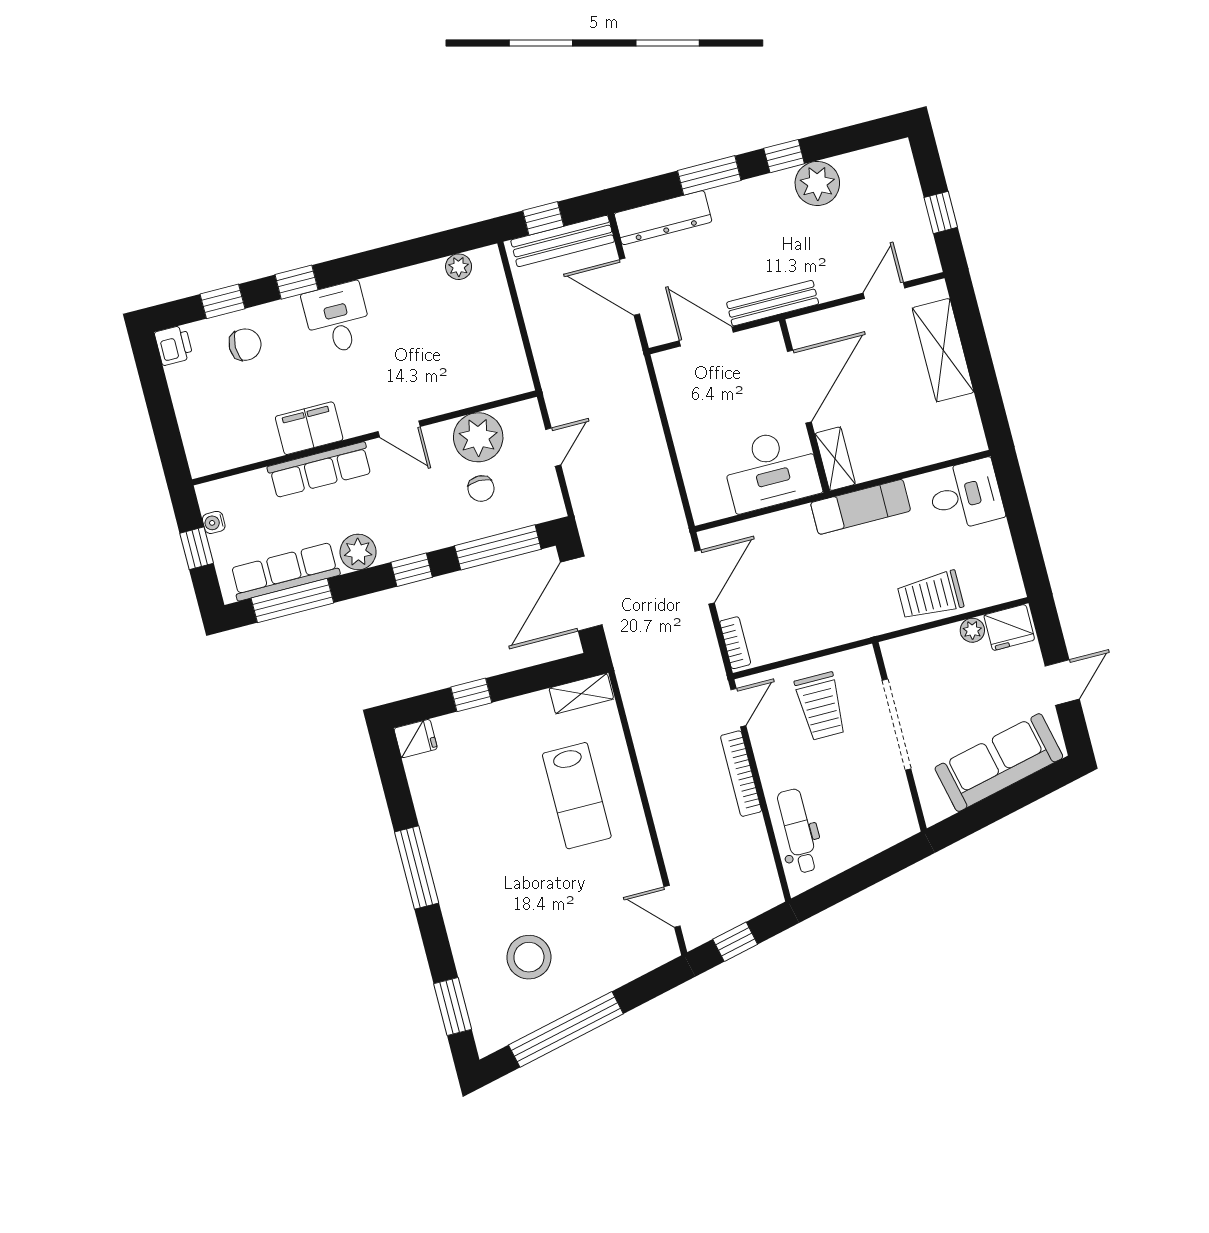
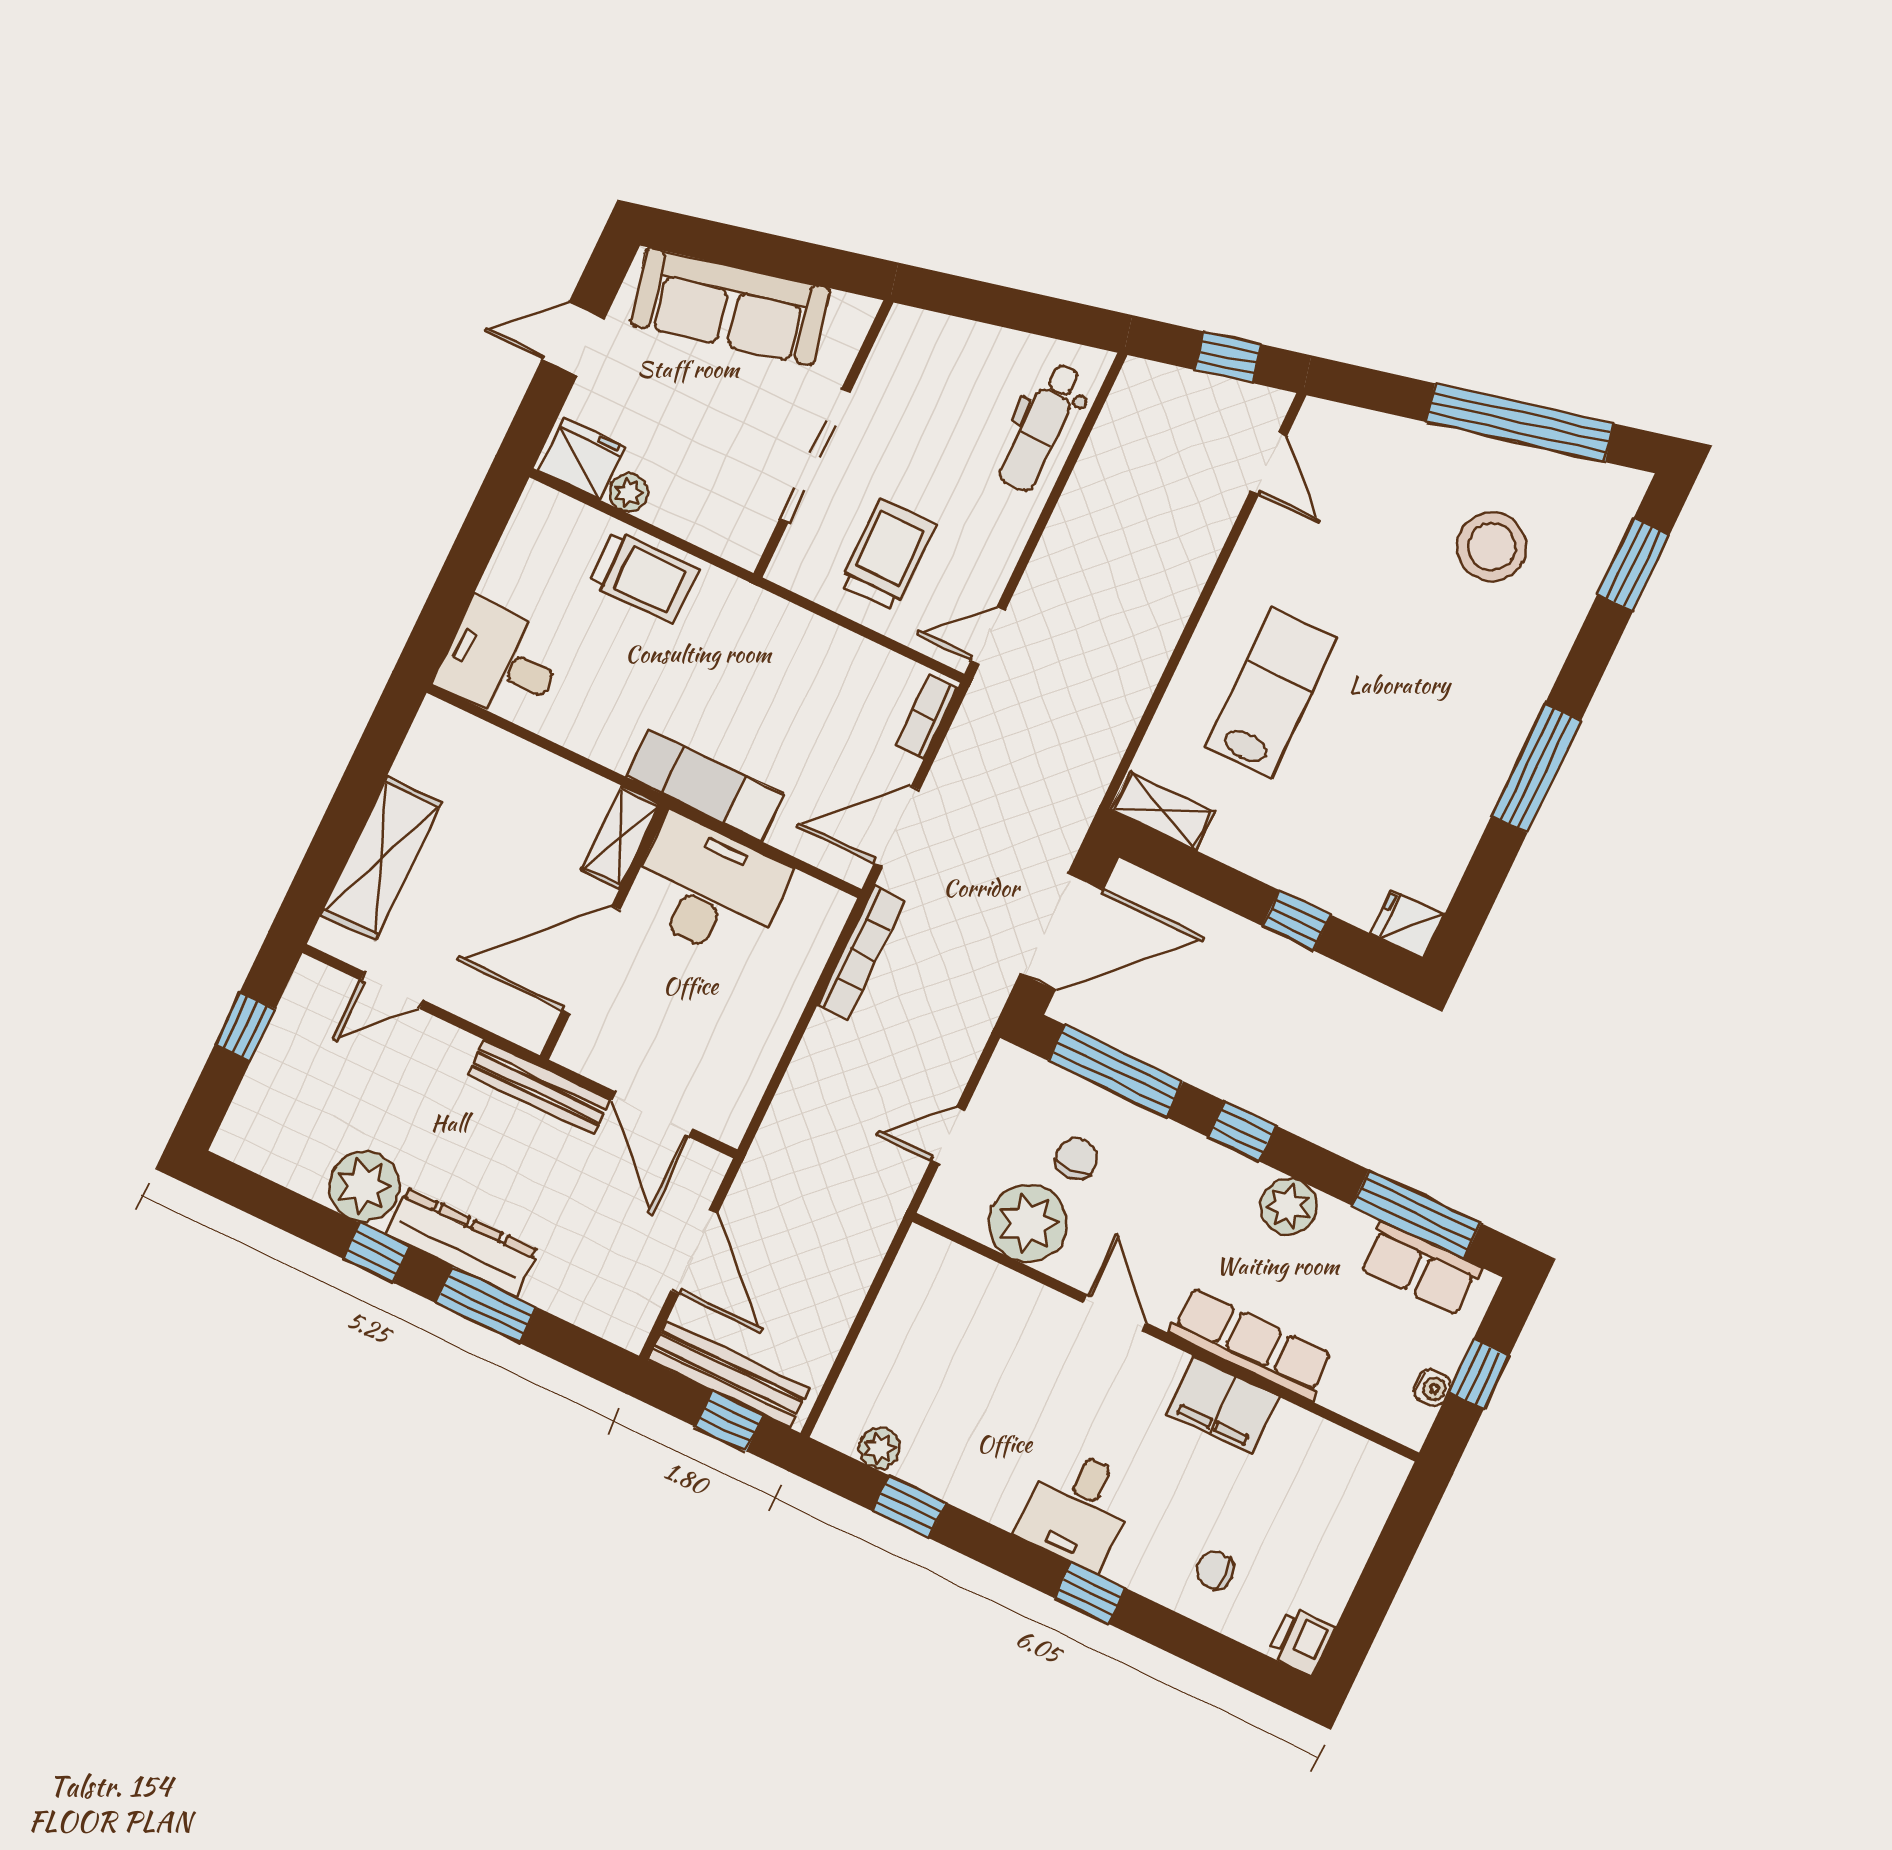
dresser: (663, 218) -> (461, 1242), moved
window: (222, 301) -> (909, 1507), moved
chair: (245, 345) -> (1215, 1570), width x0.73, depth x0.73
exam couch: (861, 507) -> (705, 786), moved
row of seats: (285, 572) -> (1421, 1268), width x0.68
bookcase: (741, 774) -> (861, 953), moved

